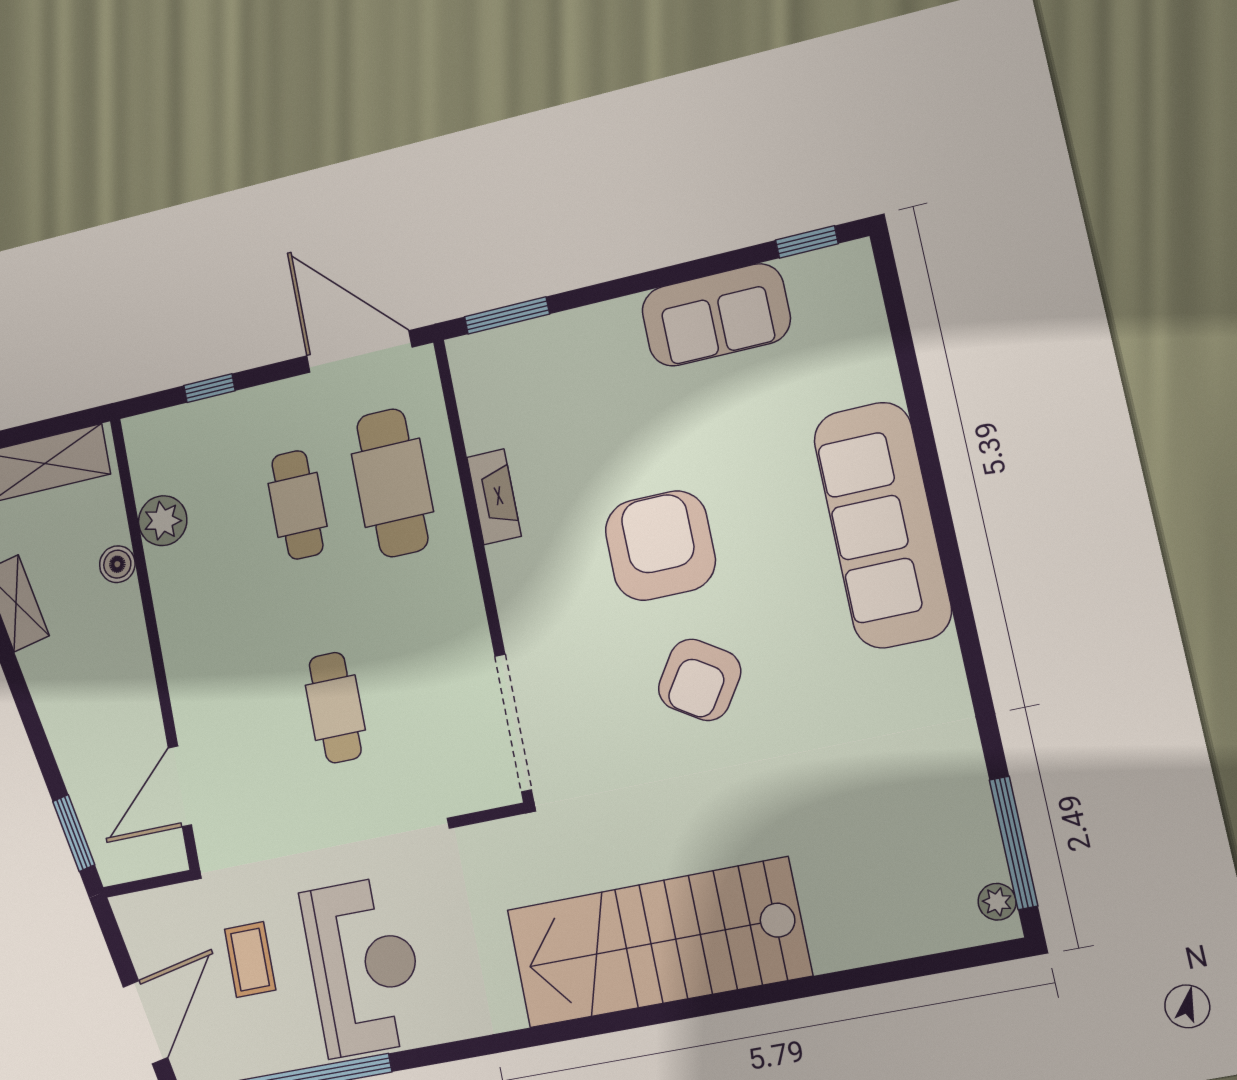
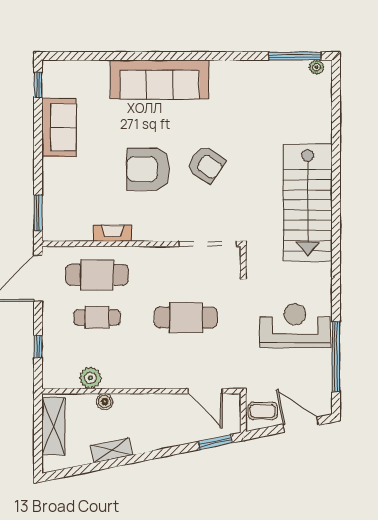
cafe table: (335, 708) -> (186, 317), width x1.37, depth x1.35
coffee table: (250, 960) -> (263, 411), moved

